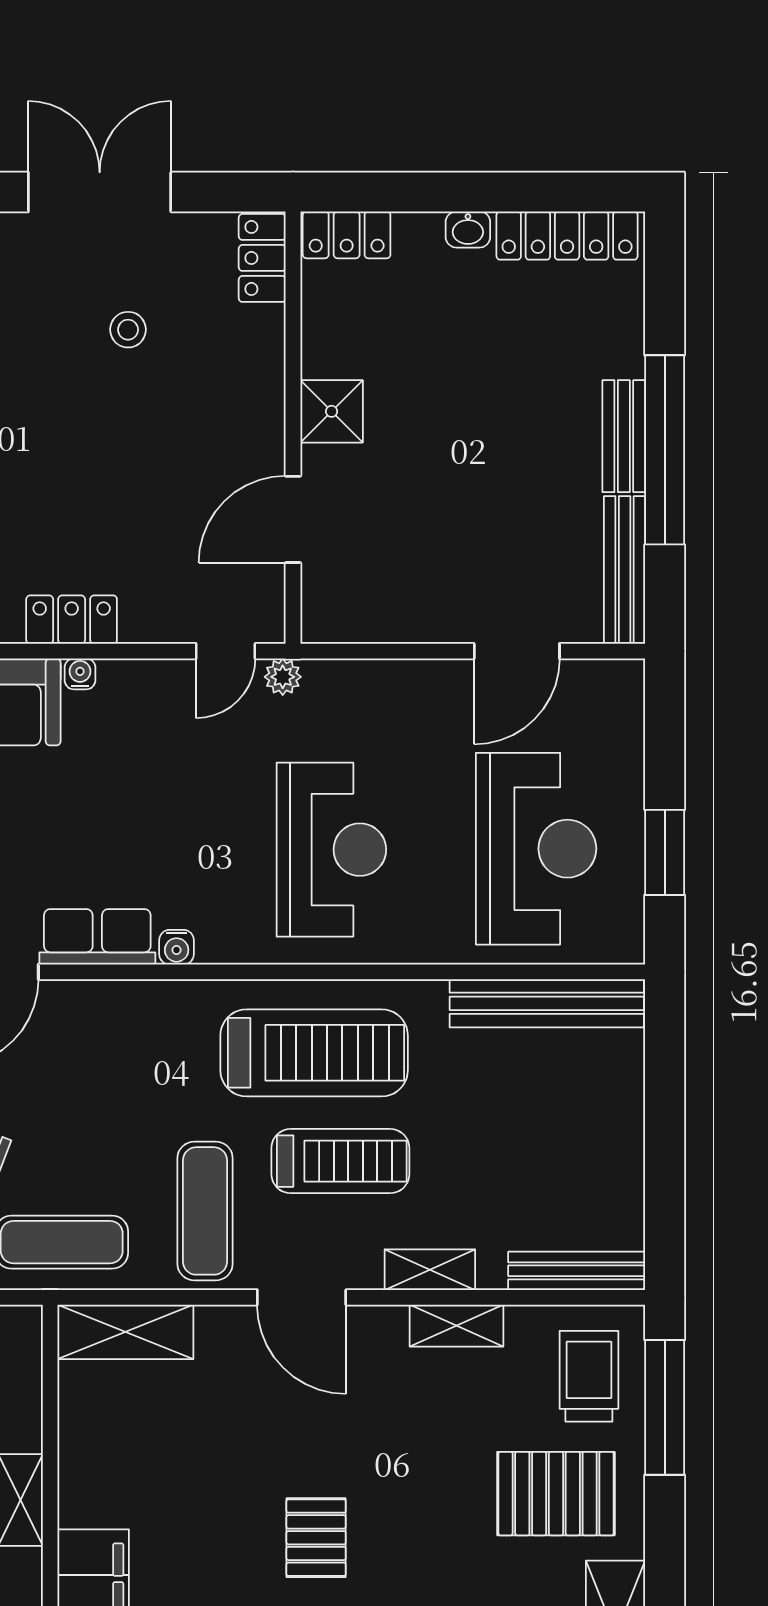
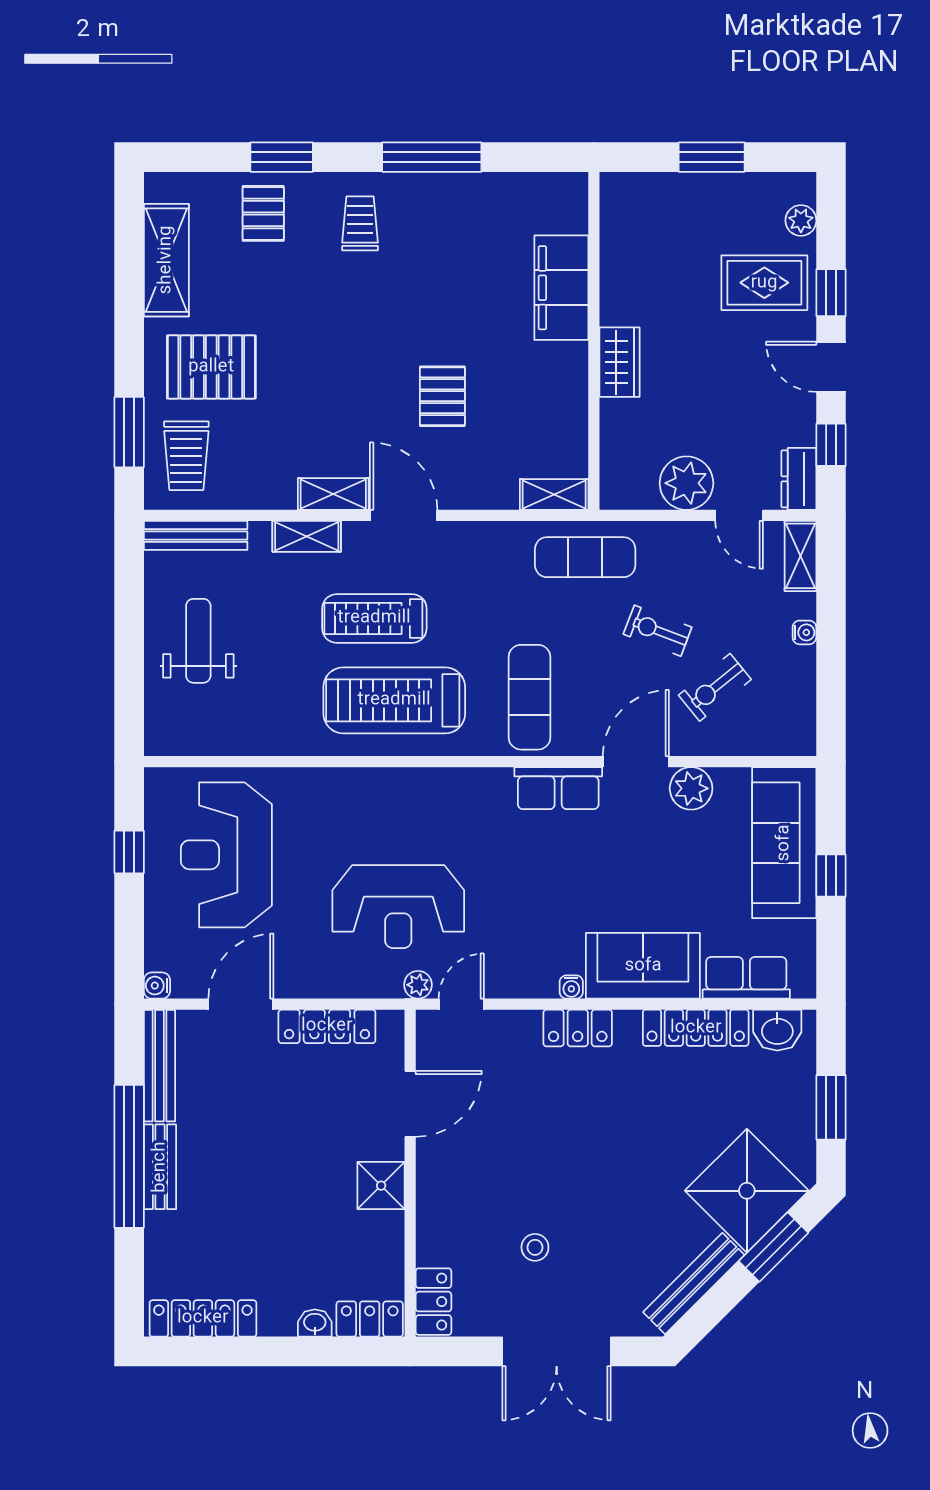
washbasin: (468, 230) -> (315, 1323), moved
locker: (403, 622) -> (327, 1026), added
reception desk: (331, 850) -> (398, 907), moved, turned -90
window: (665, 852) -> (129, 852), width x0.67
water cooler: (177, 947) -> (157, 986), moved, turned -90
bench: (547, 1003) -> (218, 738), removed
weight bench: (573, 1132) -> (198, 641), added
exercise mat: (205, 1211) -> (529, 697), moved
shelving: (456, 1326) -> (333, 494), moved
shelving: (125, 1332) -> (554, 494), width x0.67, depth x0.75
window: (665, 1407) -> (129, 432), width x0.69
pallet: (316, 1538) -> (442, 396), moved

